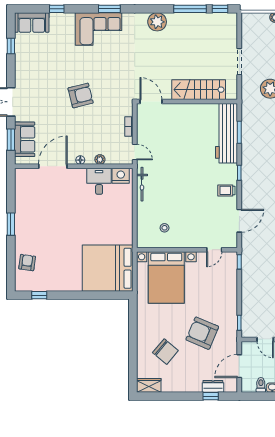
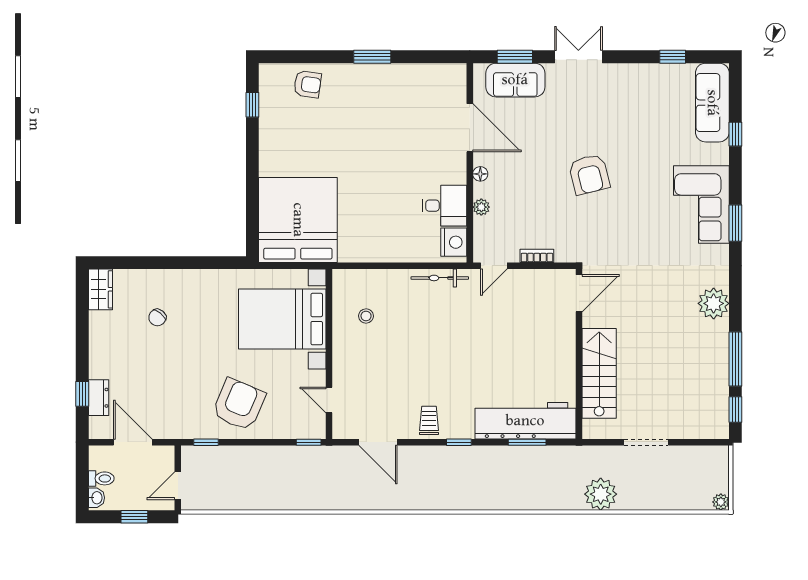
sofa: (32, 22) -> (712, 103), width x1.36
armchair: (202, 333) -> (239, 404), moved
chair: (165, 352) -> (157, 318), width x0.54, depth x0.54

